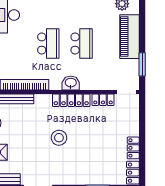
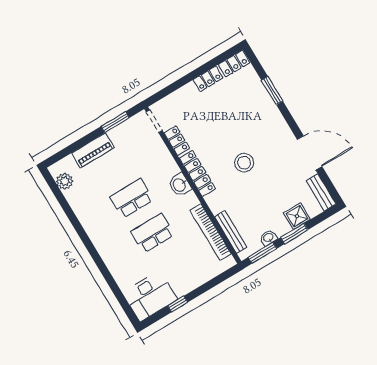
piano: (129, 37) -> (93, 150), width x0.73, depth x0.75

